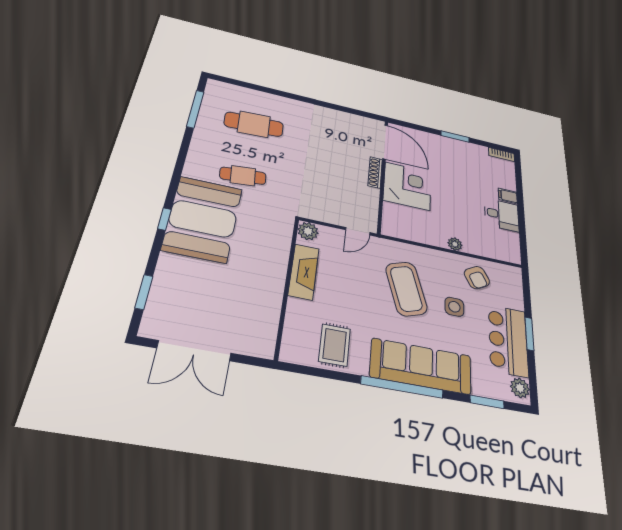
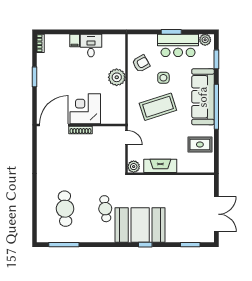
plant: (455, 244) -> (117, 77), width x1.88, depth x1.88

